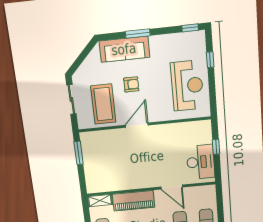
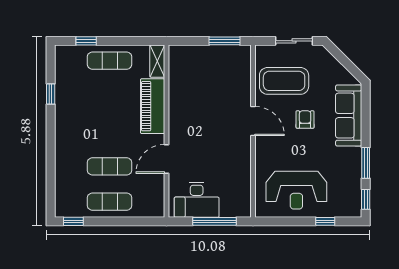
window: (138, 33) -> (366, 163), moved
armchair: (131, 84) -> (305, 119), turned 180
window: (216, 147) -> (215, 221), width x2.17

